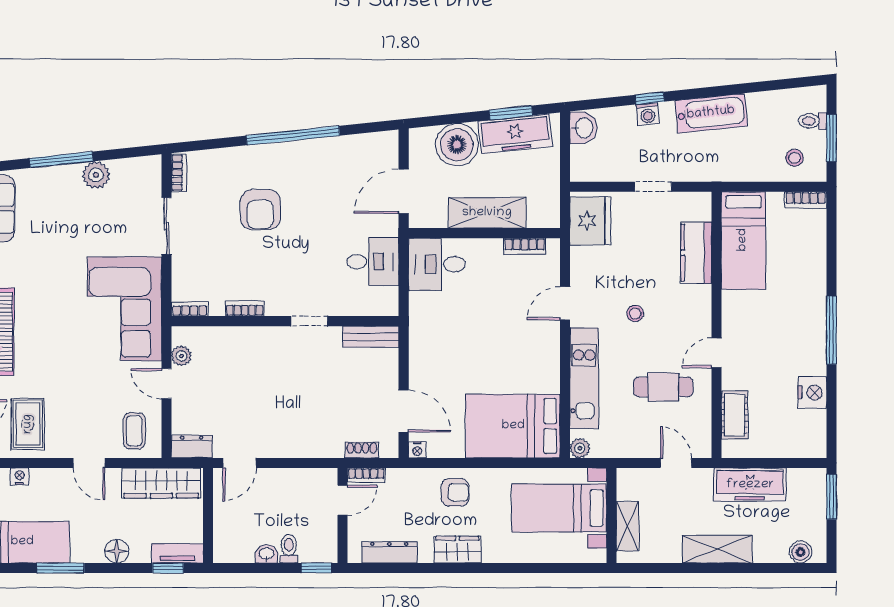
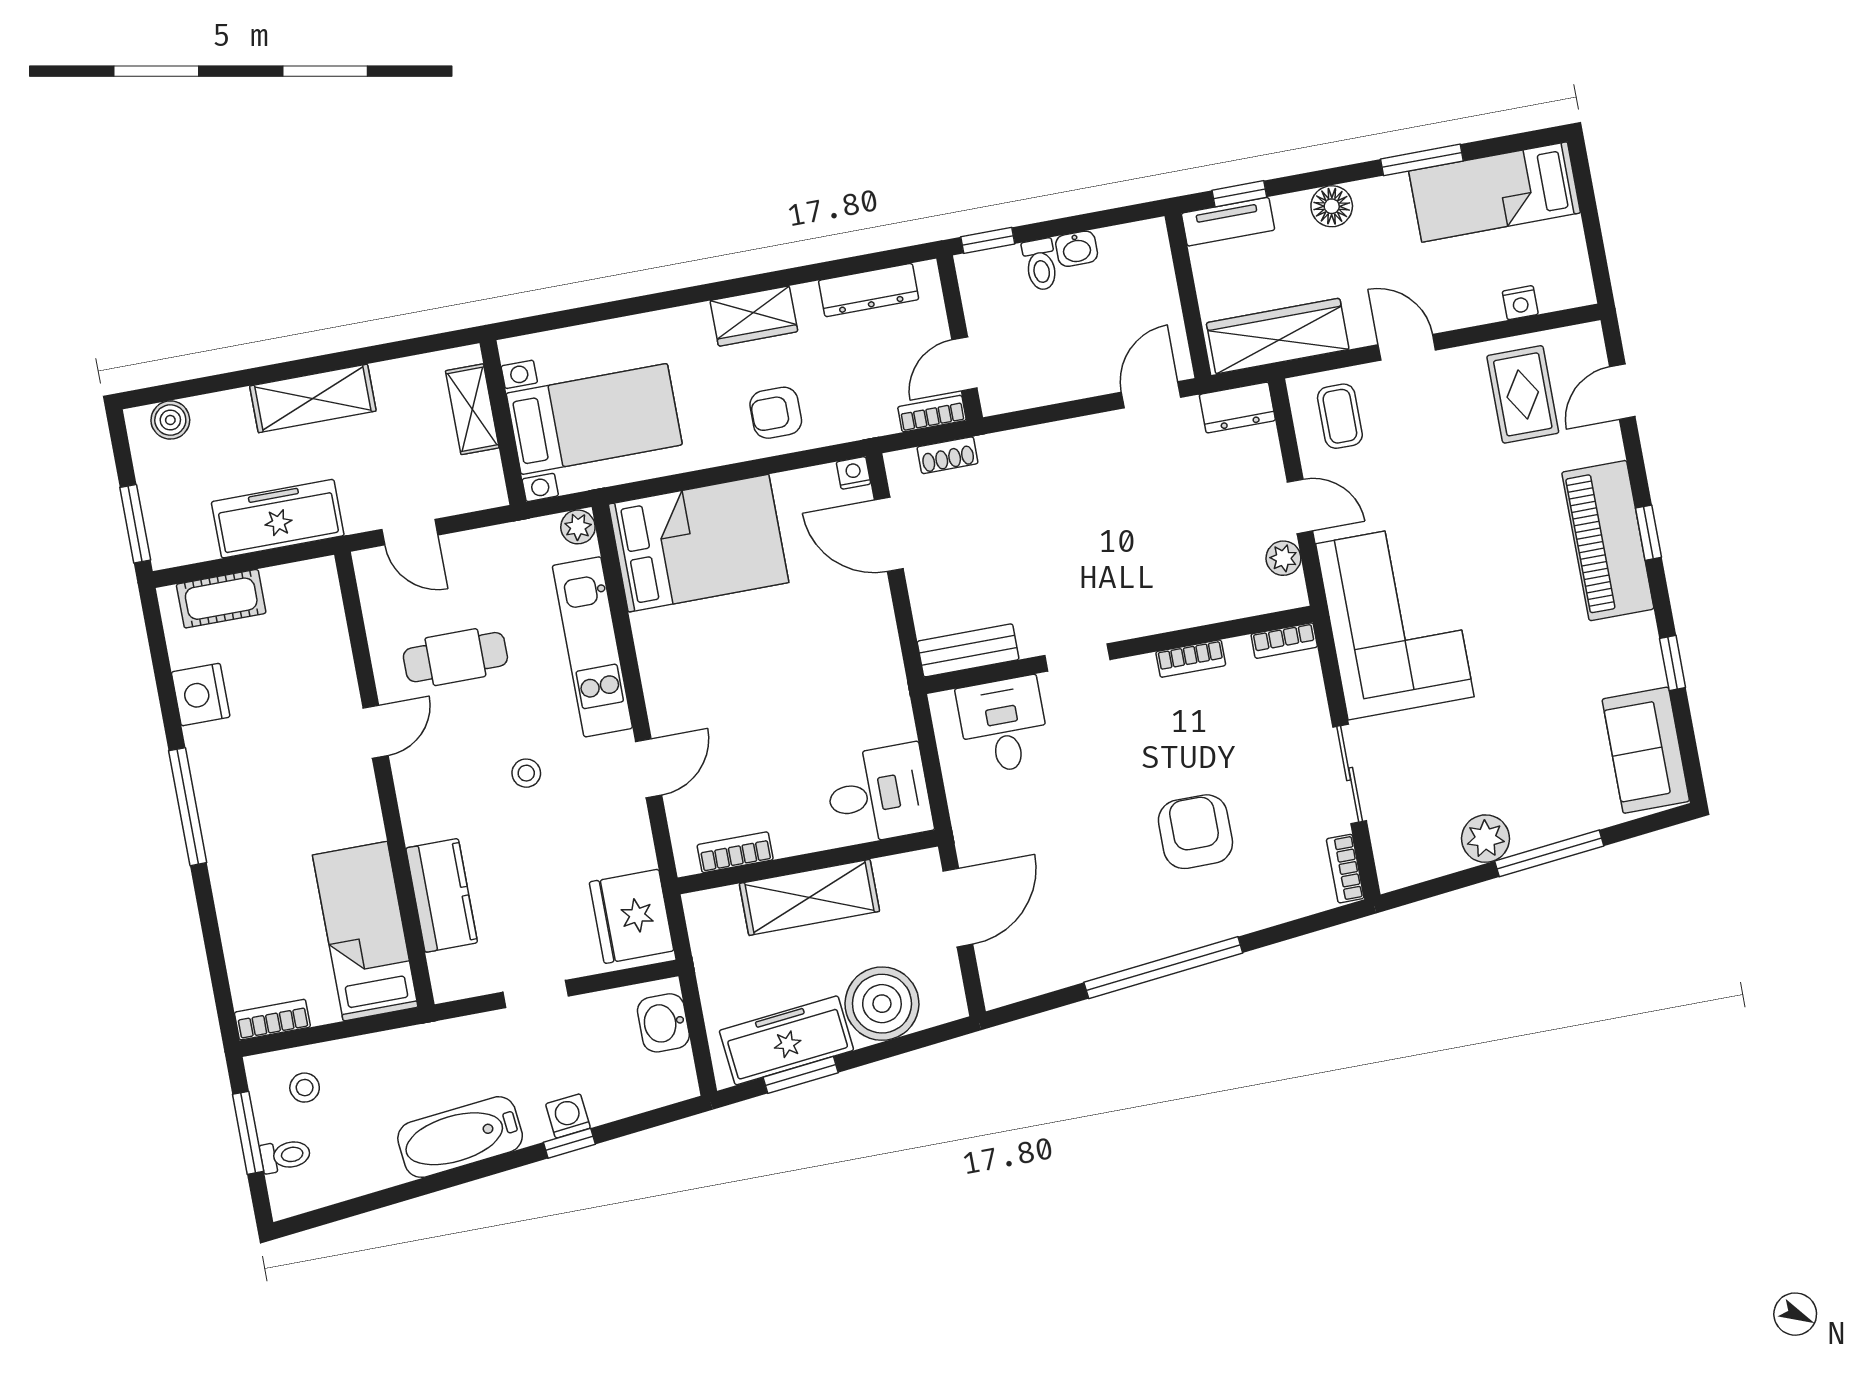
washbasin: (583, 128) -> (663, 1023), moved
desk: (373, 262) -> (1003, 725), moved, turned 90
cot: (735, 415) -> (221, 599), moved, turned 90

